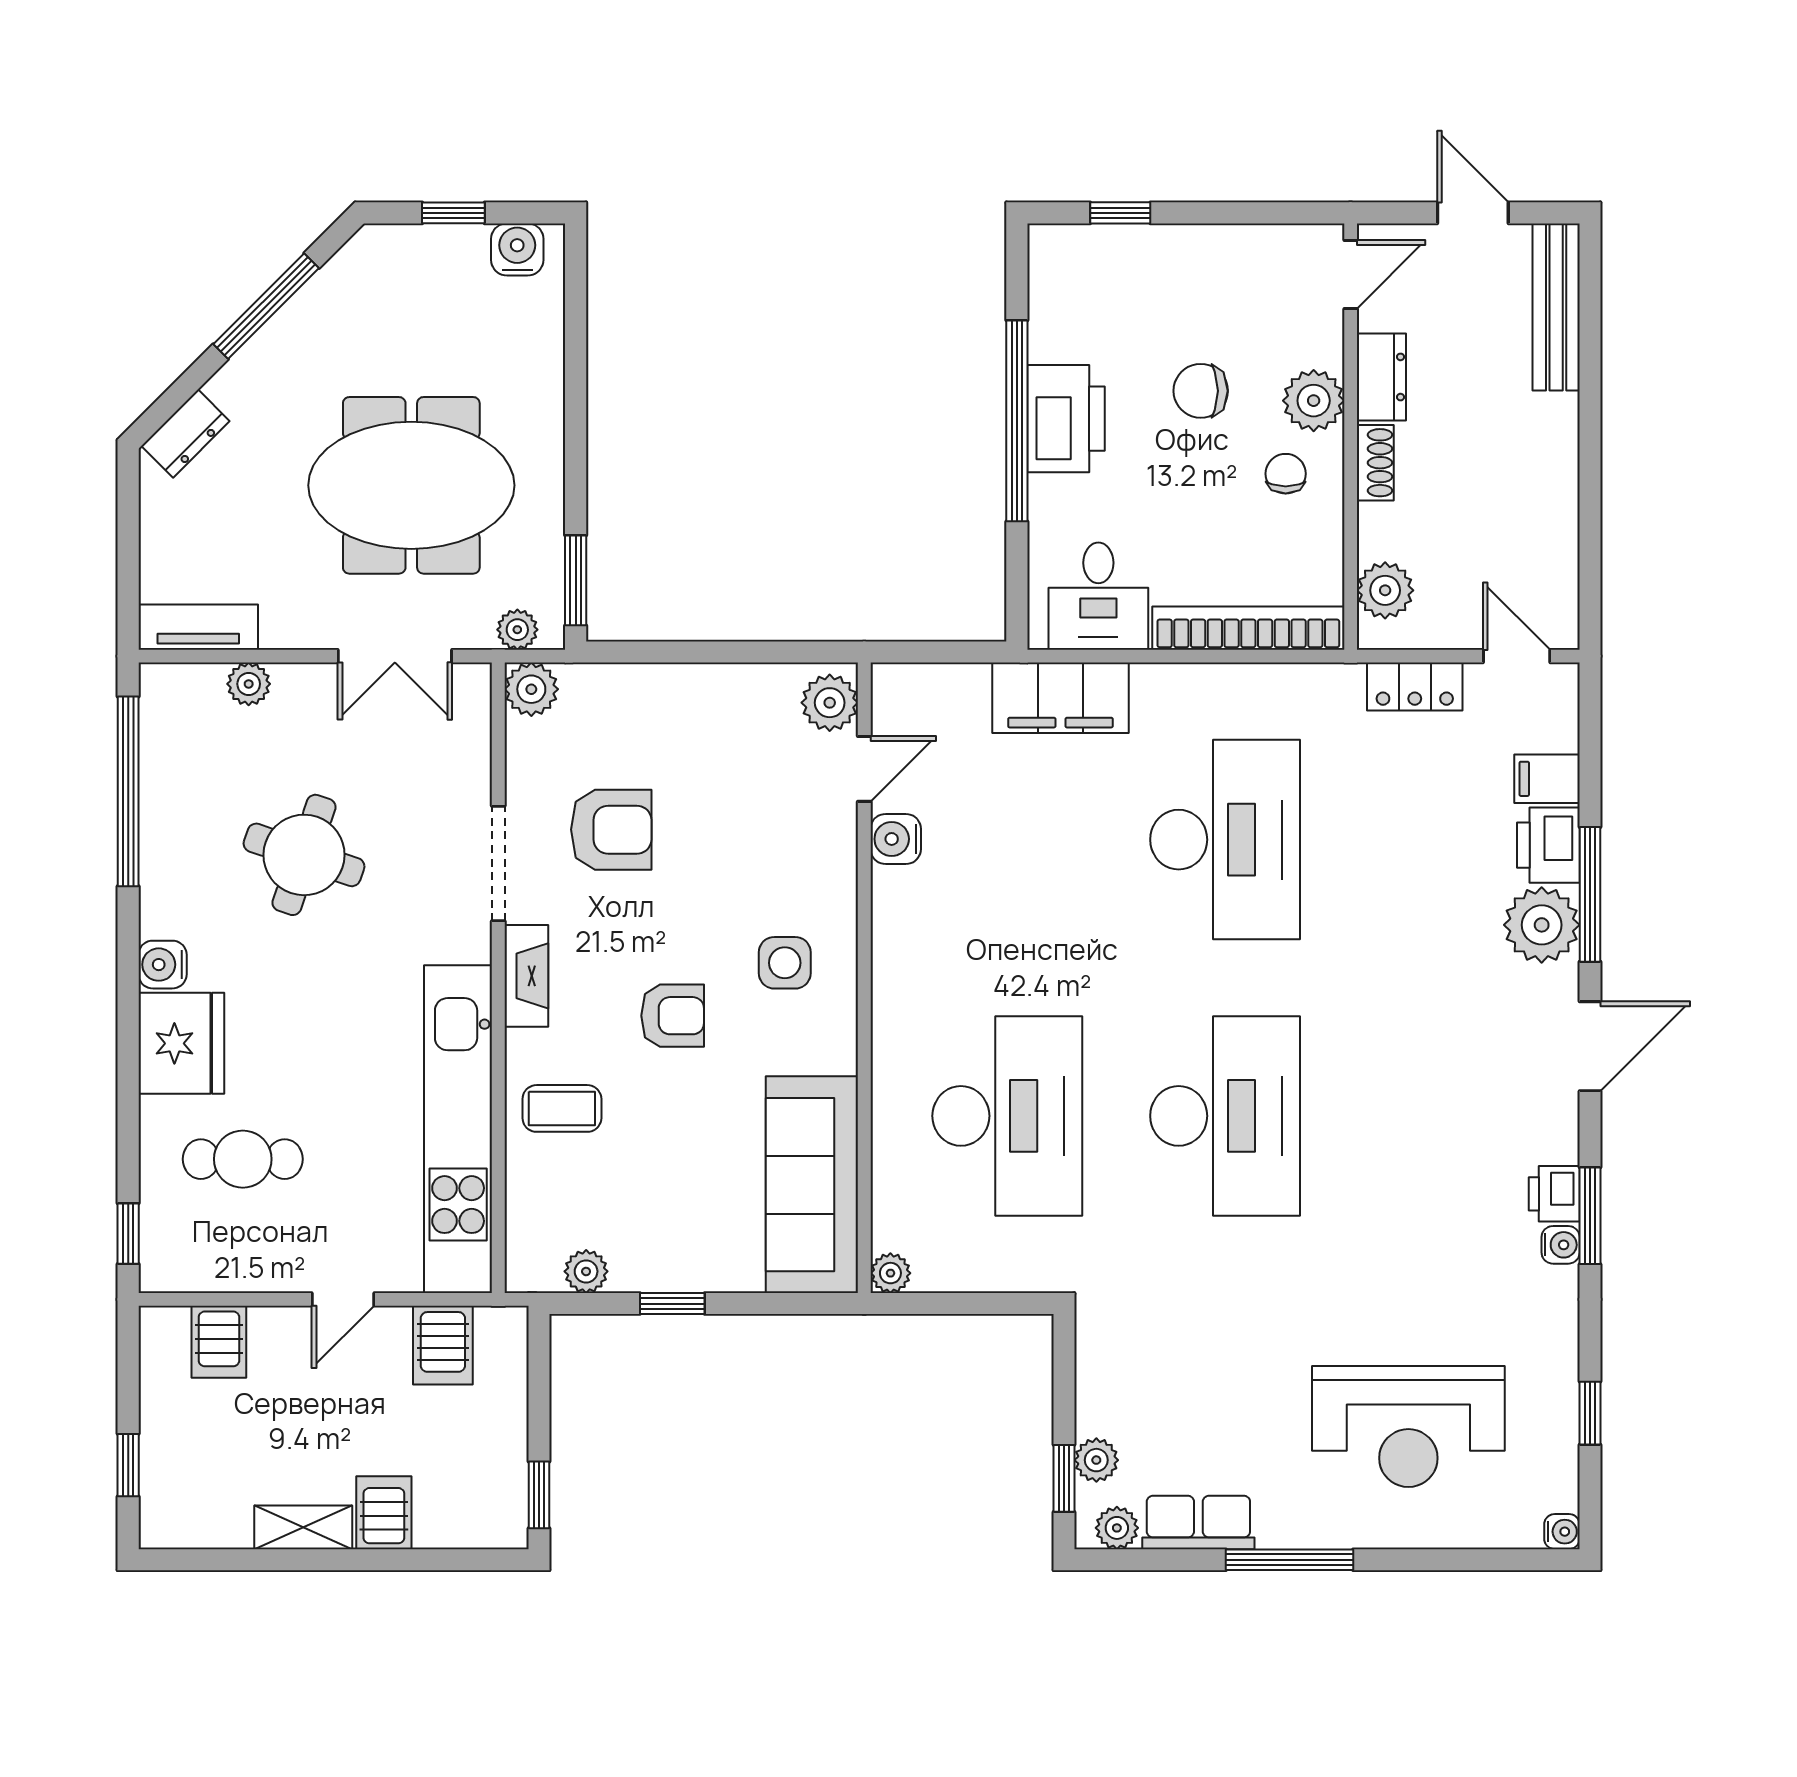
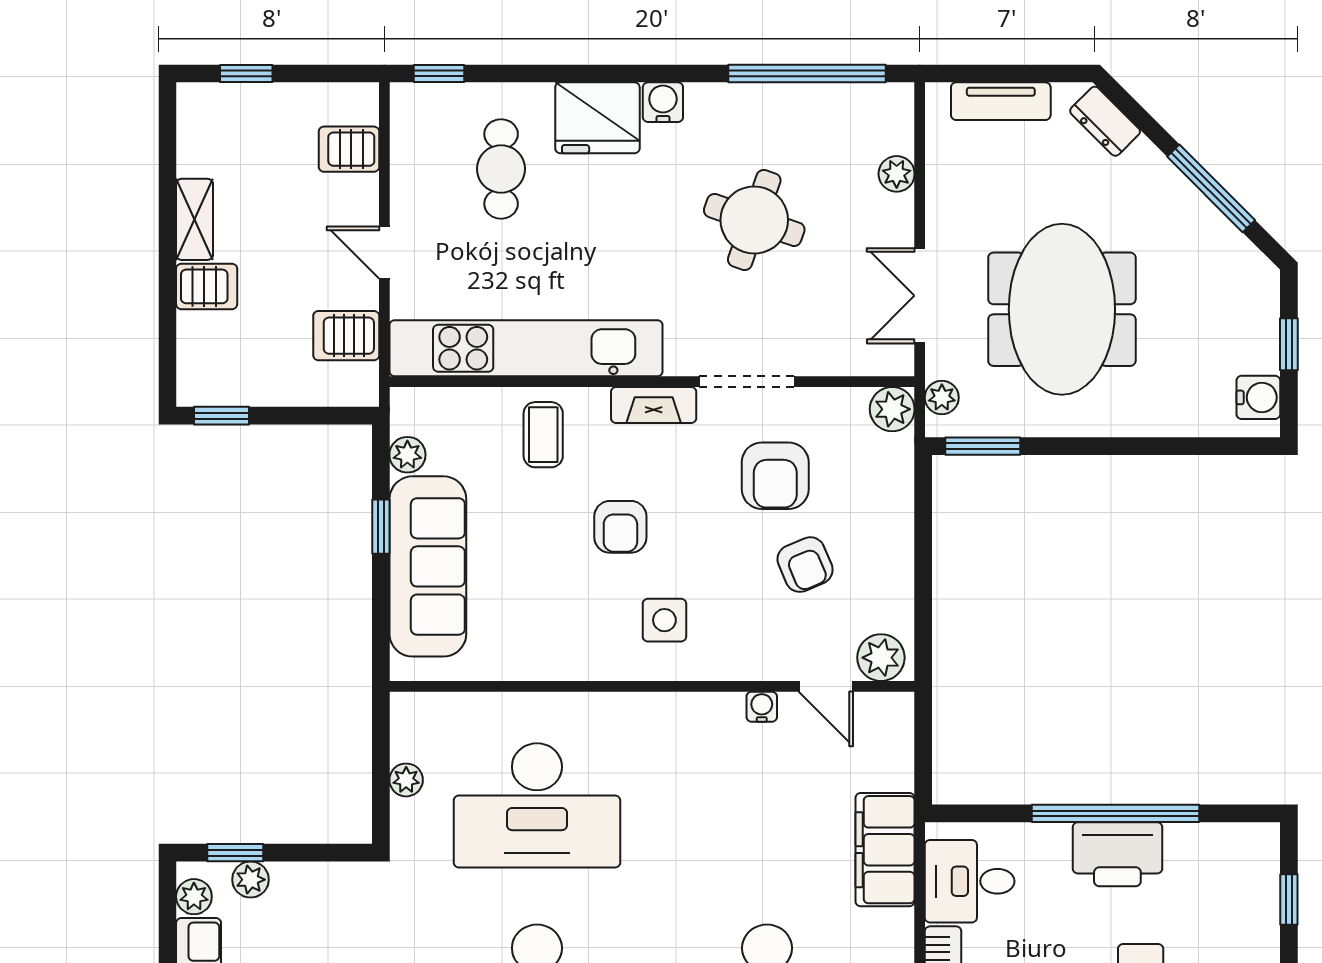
tv unit: (198, 627) -> (1001, 101), moved, turned 90
armchair: (718, 794) -> (805, 565), added
water cooler: (896, 839) -> (762, 707), width x0.72, depth x0.72
sofa: (812, 1185) -> (428, 566), moved, turned 90
plant: (890, 1273) -> (406, 780), moved

